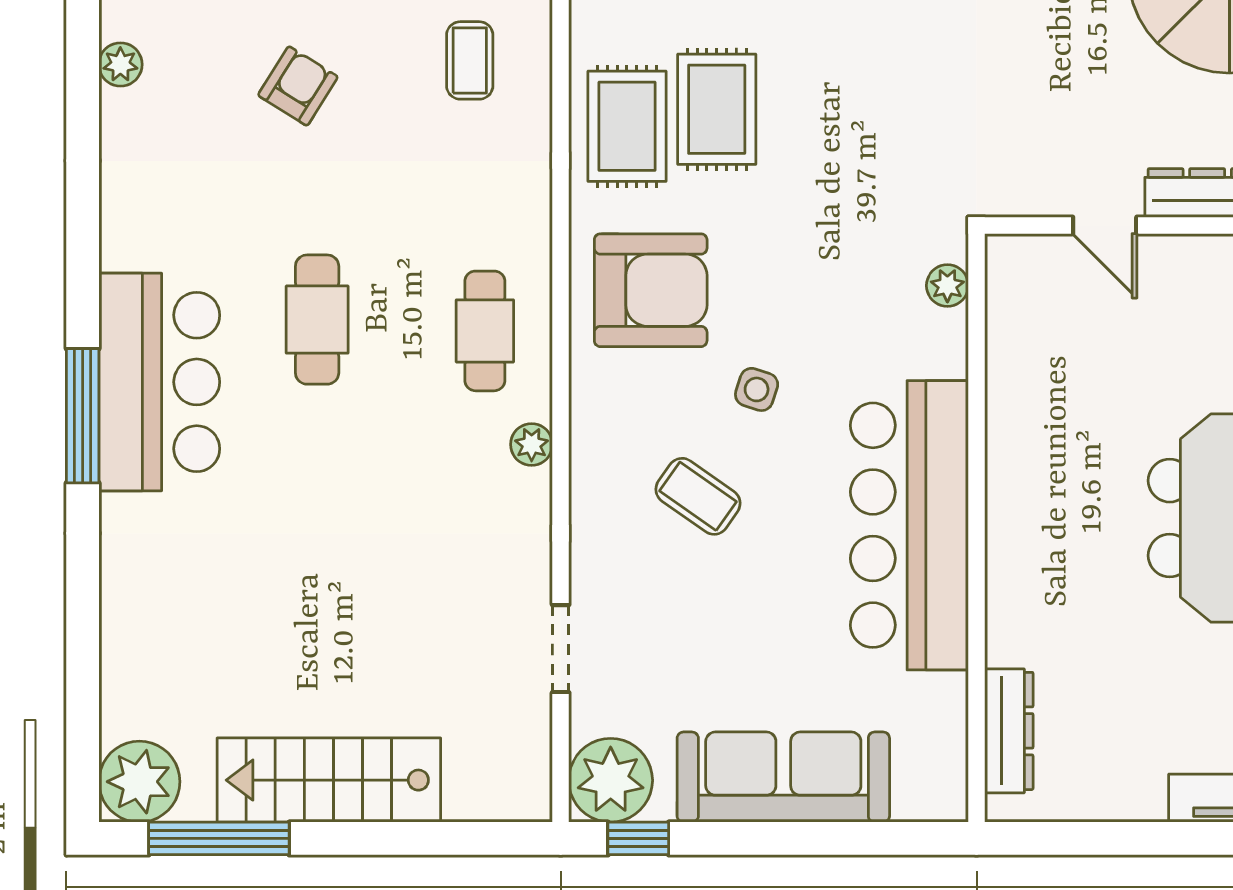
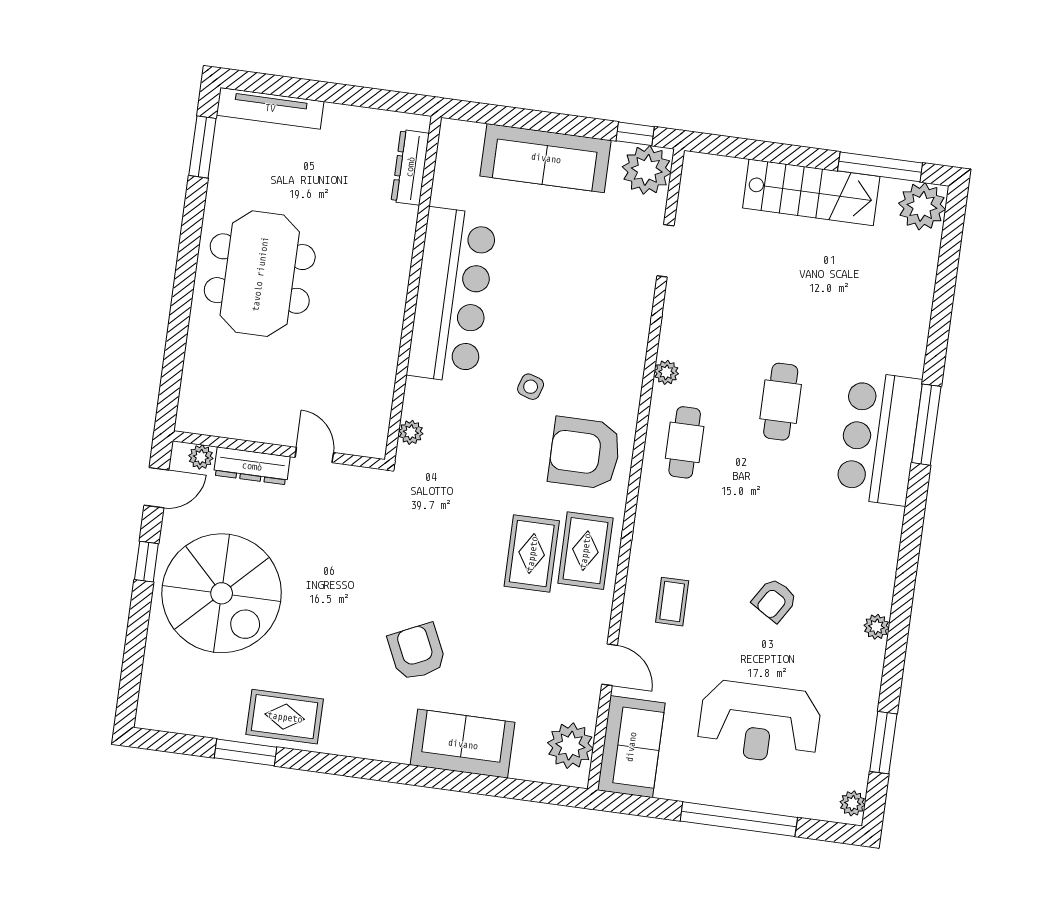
cafe table: (317, 320) -> (781, 402), moved
coffee table: (698, 496) -> (573, 329), removed

